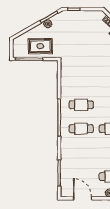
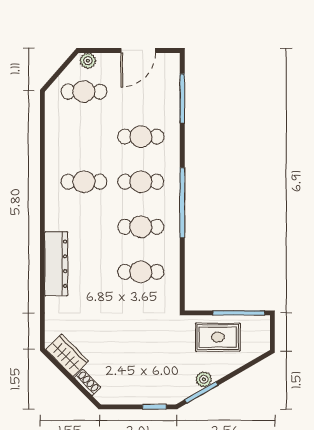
cafe table: (81, 81) -> (141, 272), added
cafe table: (81, 153) -> (141, 137), added
door: (83, 198) -> (138, 50), hinge flipped

